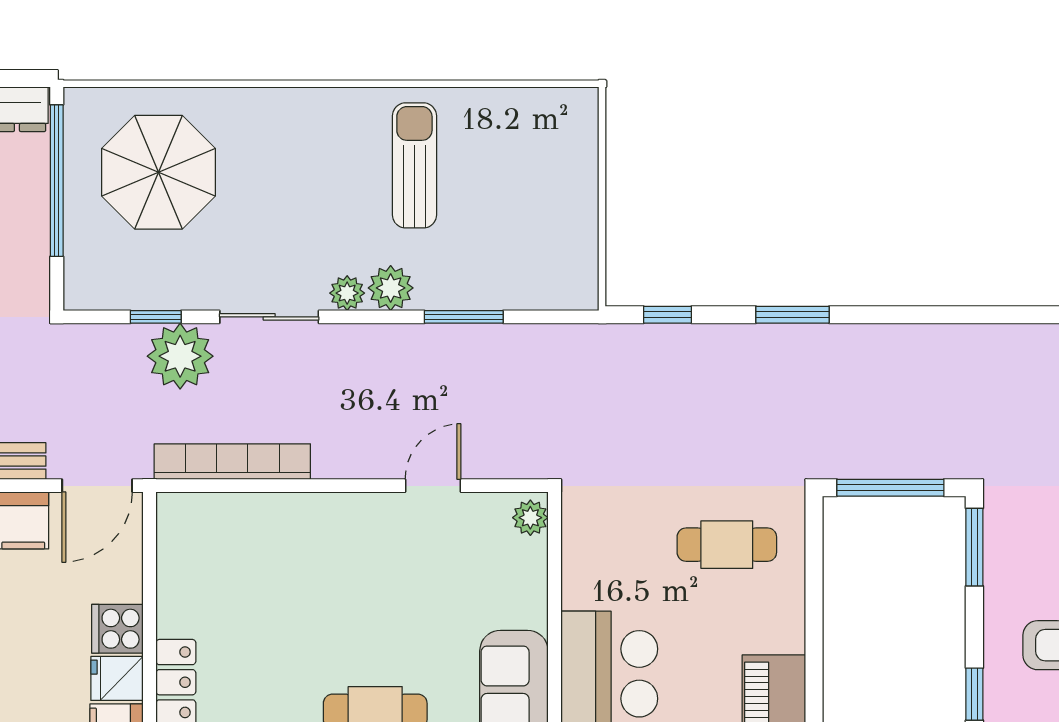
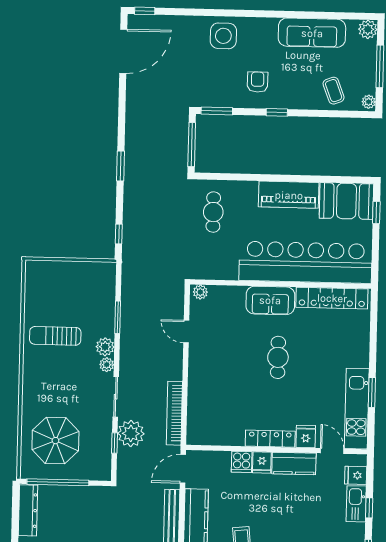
window: (792, 315) -> (120, 166), moved
door: (97, 486) -> (183, 469), swing flipped

